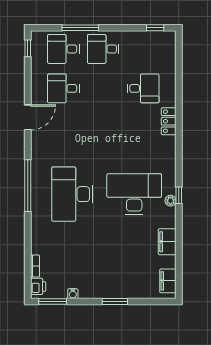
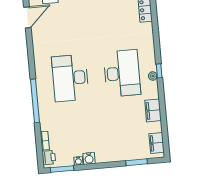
window: (28, 186) -> (35, 101), moved
desk: (134, 194) -> (122, 73), turned 90
water cooler: (86, 292) -> (89, 158), added
window: (115, 302) -> (137, 162), moved

